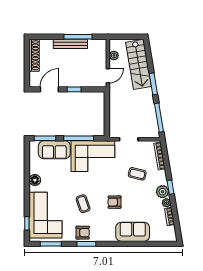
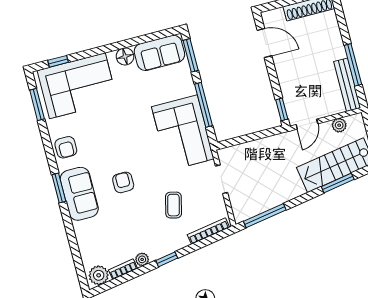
bench: (70, 44) -> (347, 85), moved
door: (108, 76) -> (307, 124), hinge flipped
window: (153, 84) -> (338, 183), moved
window: (74, 89) -> (282, 109), moved
sofa: (54, 150) -> (159, 53), moved, turned -90
plant: (163, 192) -> (99, 275), moved
coffee table: (83, 204) -> (109, 137), removed
sofa: (133, 232) -> (79, 194), moved
window: (86, 244) -> (59, 188), moved

